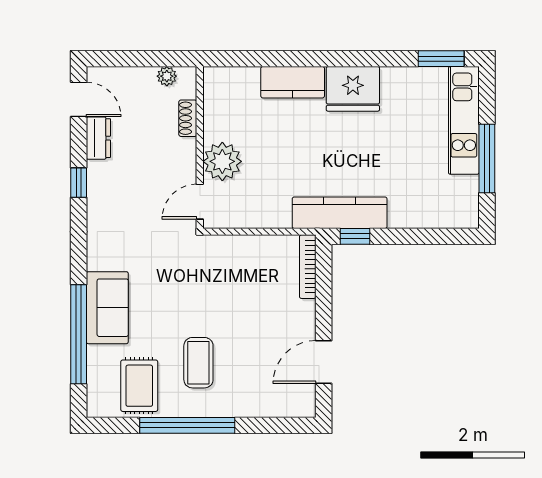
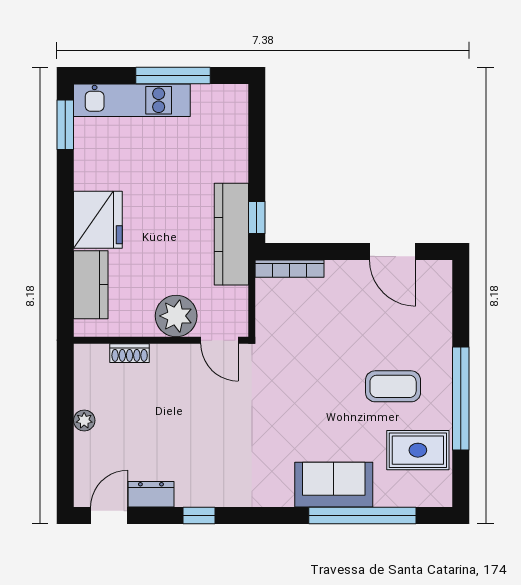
shoe rack: (188, 118) -> (130, 353), moved
wall: (200, 147) -> (161, 340), moved
plant: (222, 161) -> (176, 316), moved
door: (200, 202) -> (219, 340), moved

